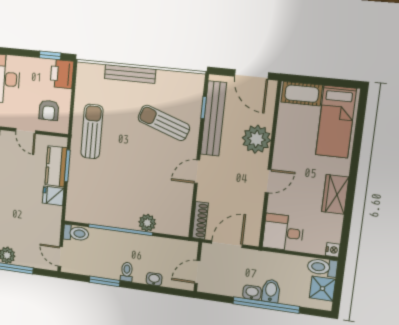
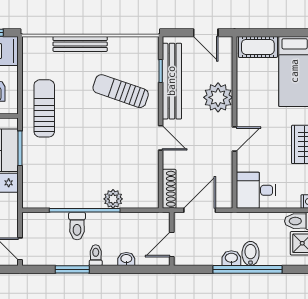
door: (251, 74) -> (206, 33), width x0.73
door: (197, 172) -> (161, 138), swing flipped
toilet: (76, 233) -> (77, 226), moved, turned 90

